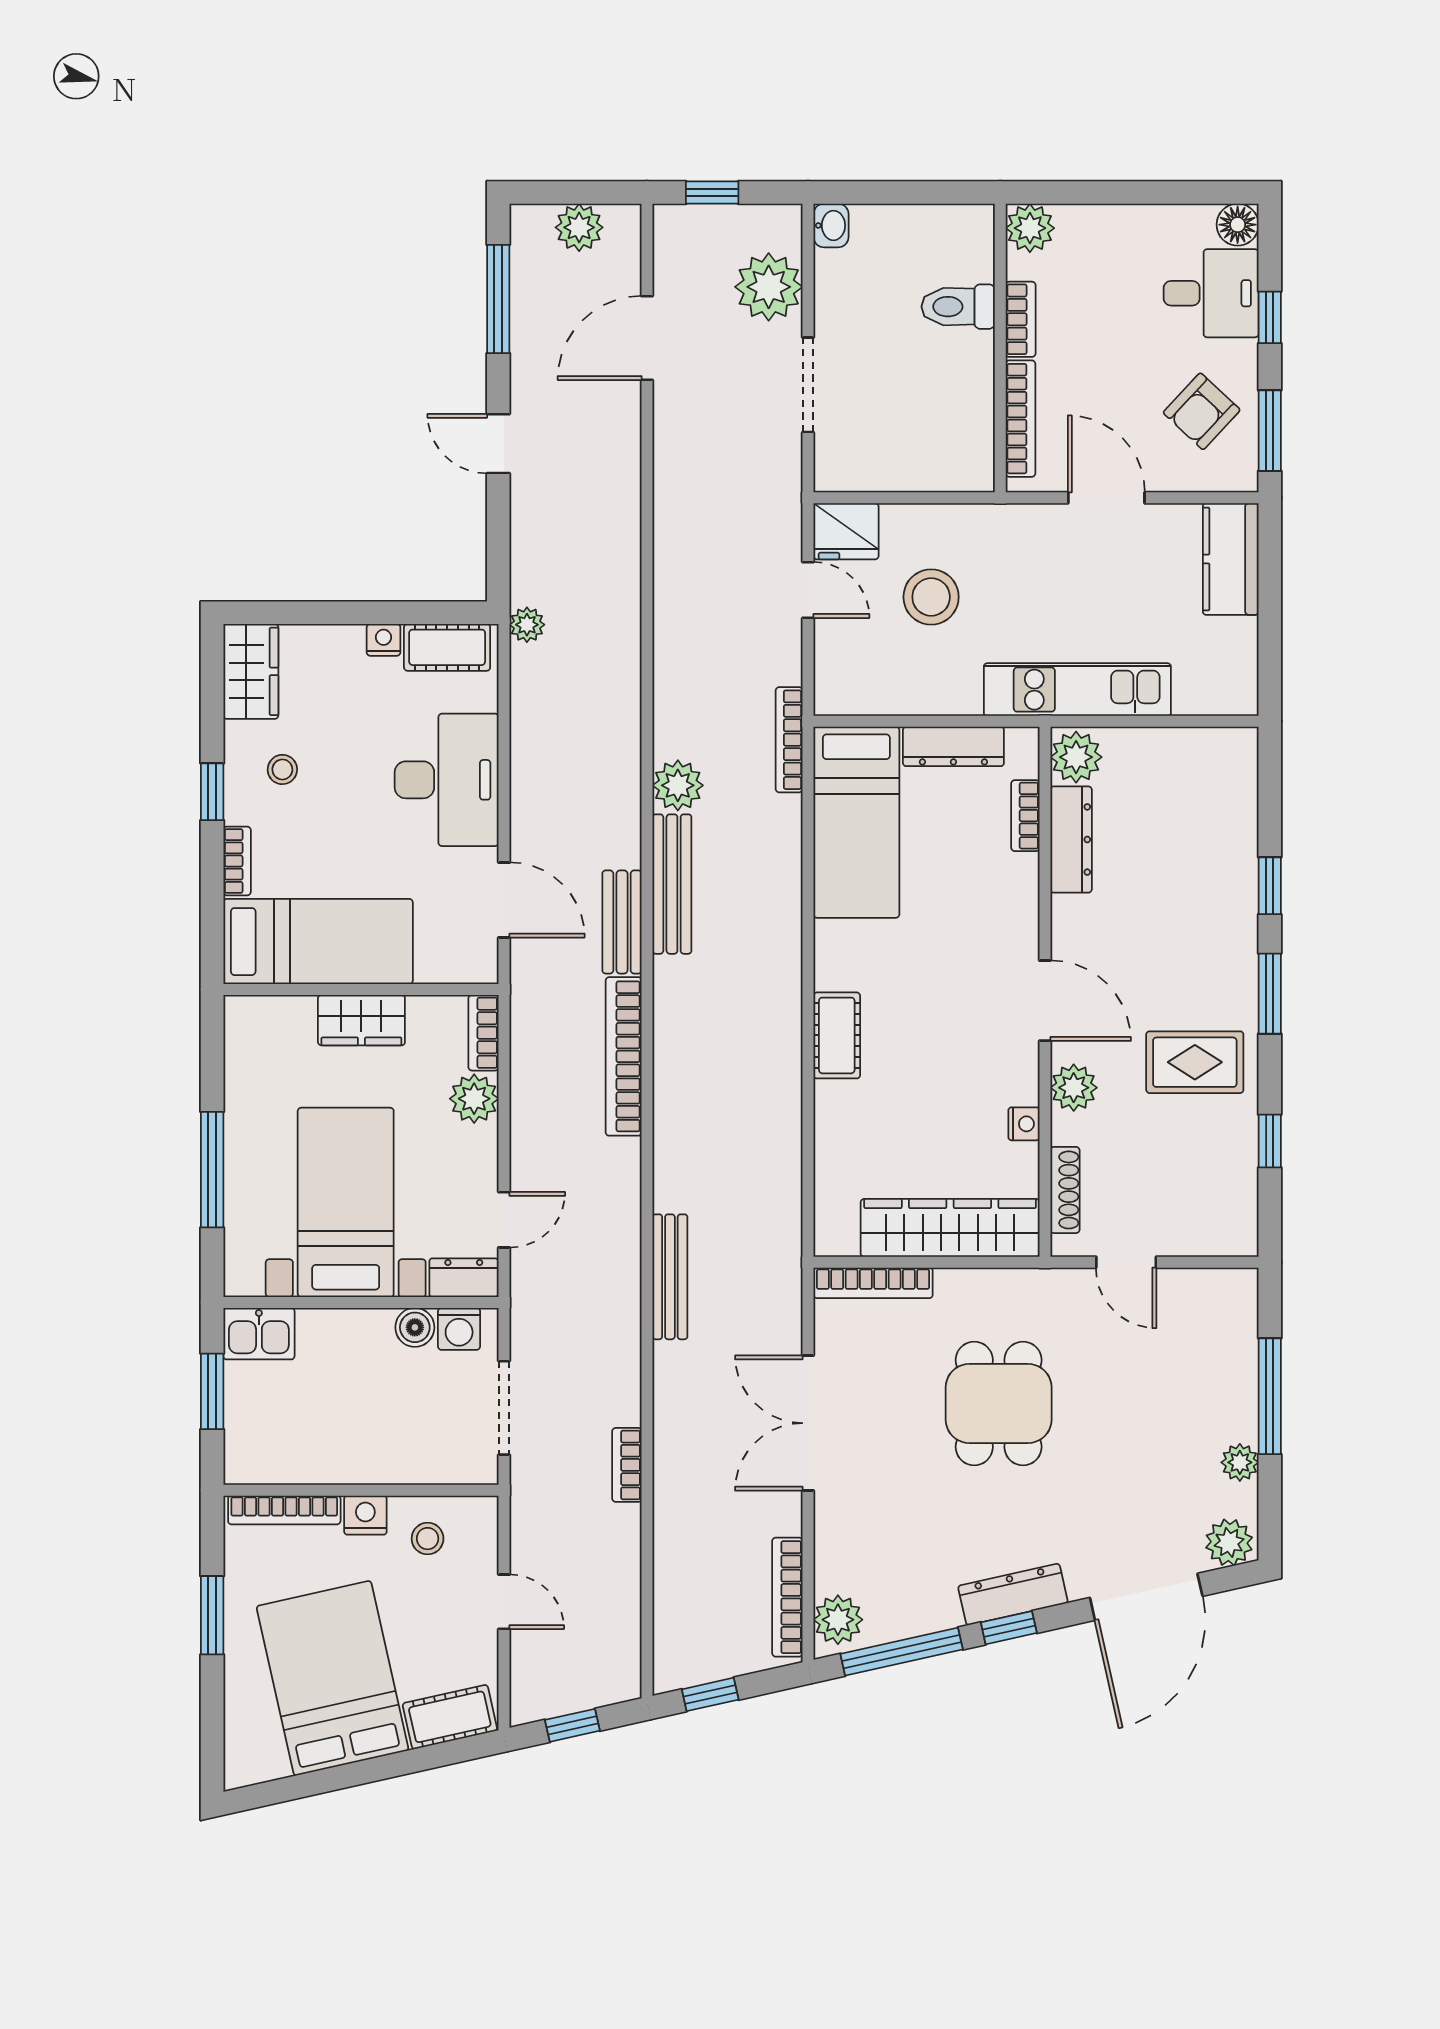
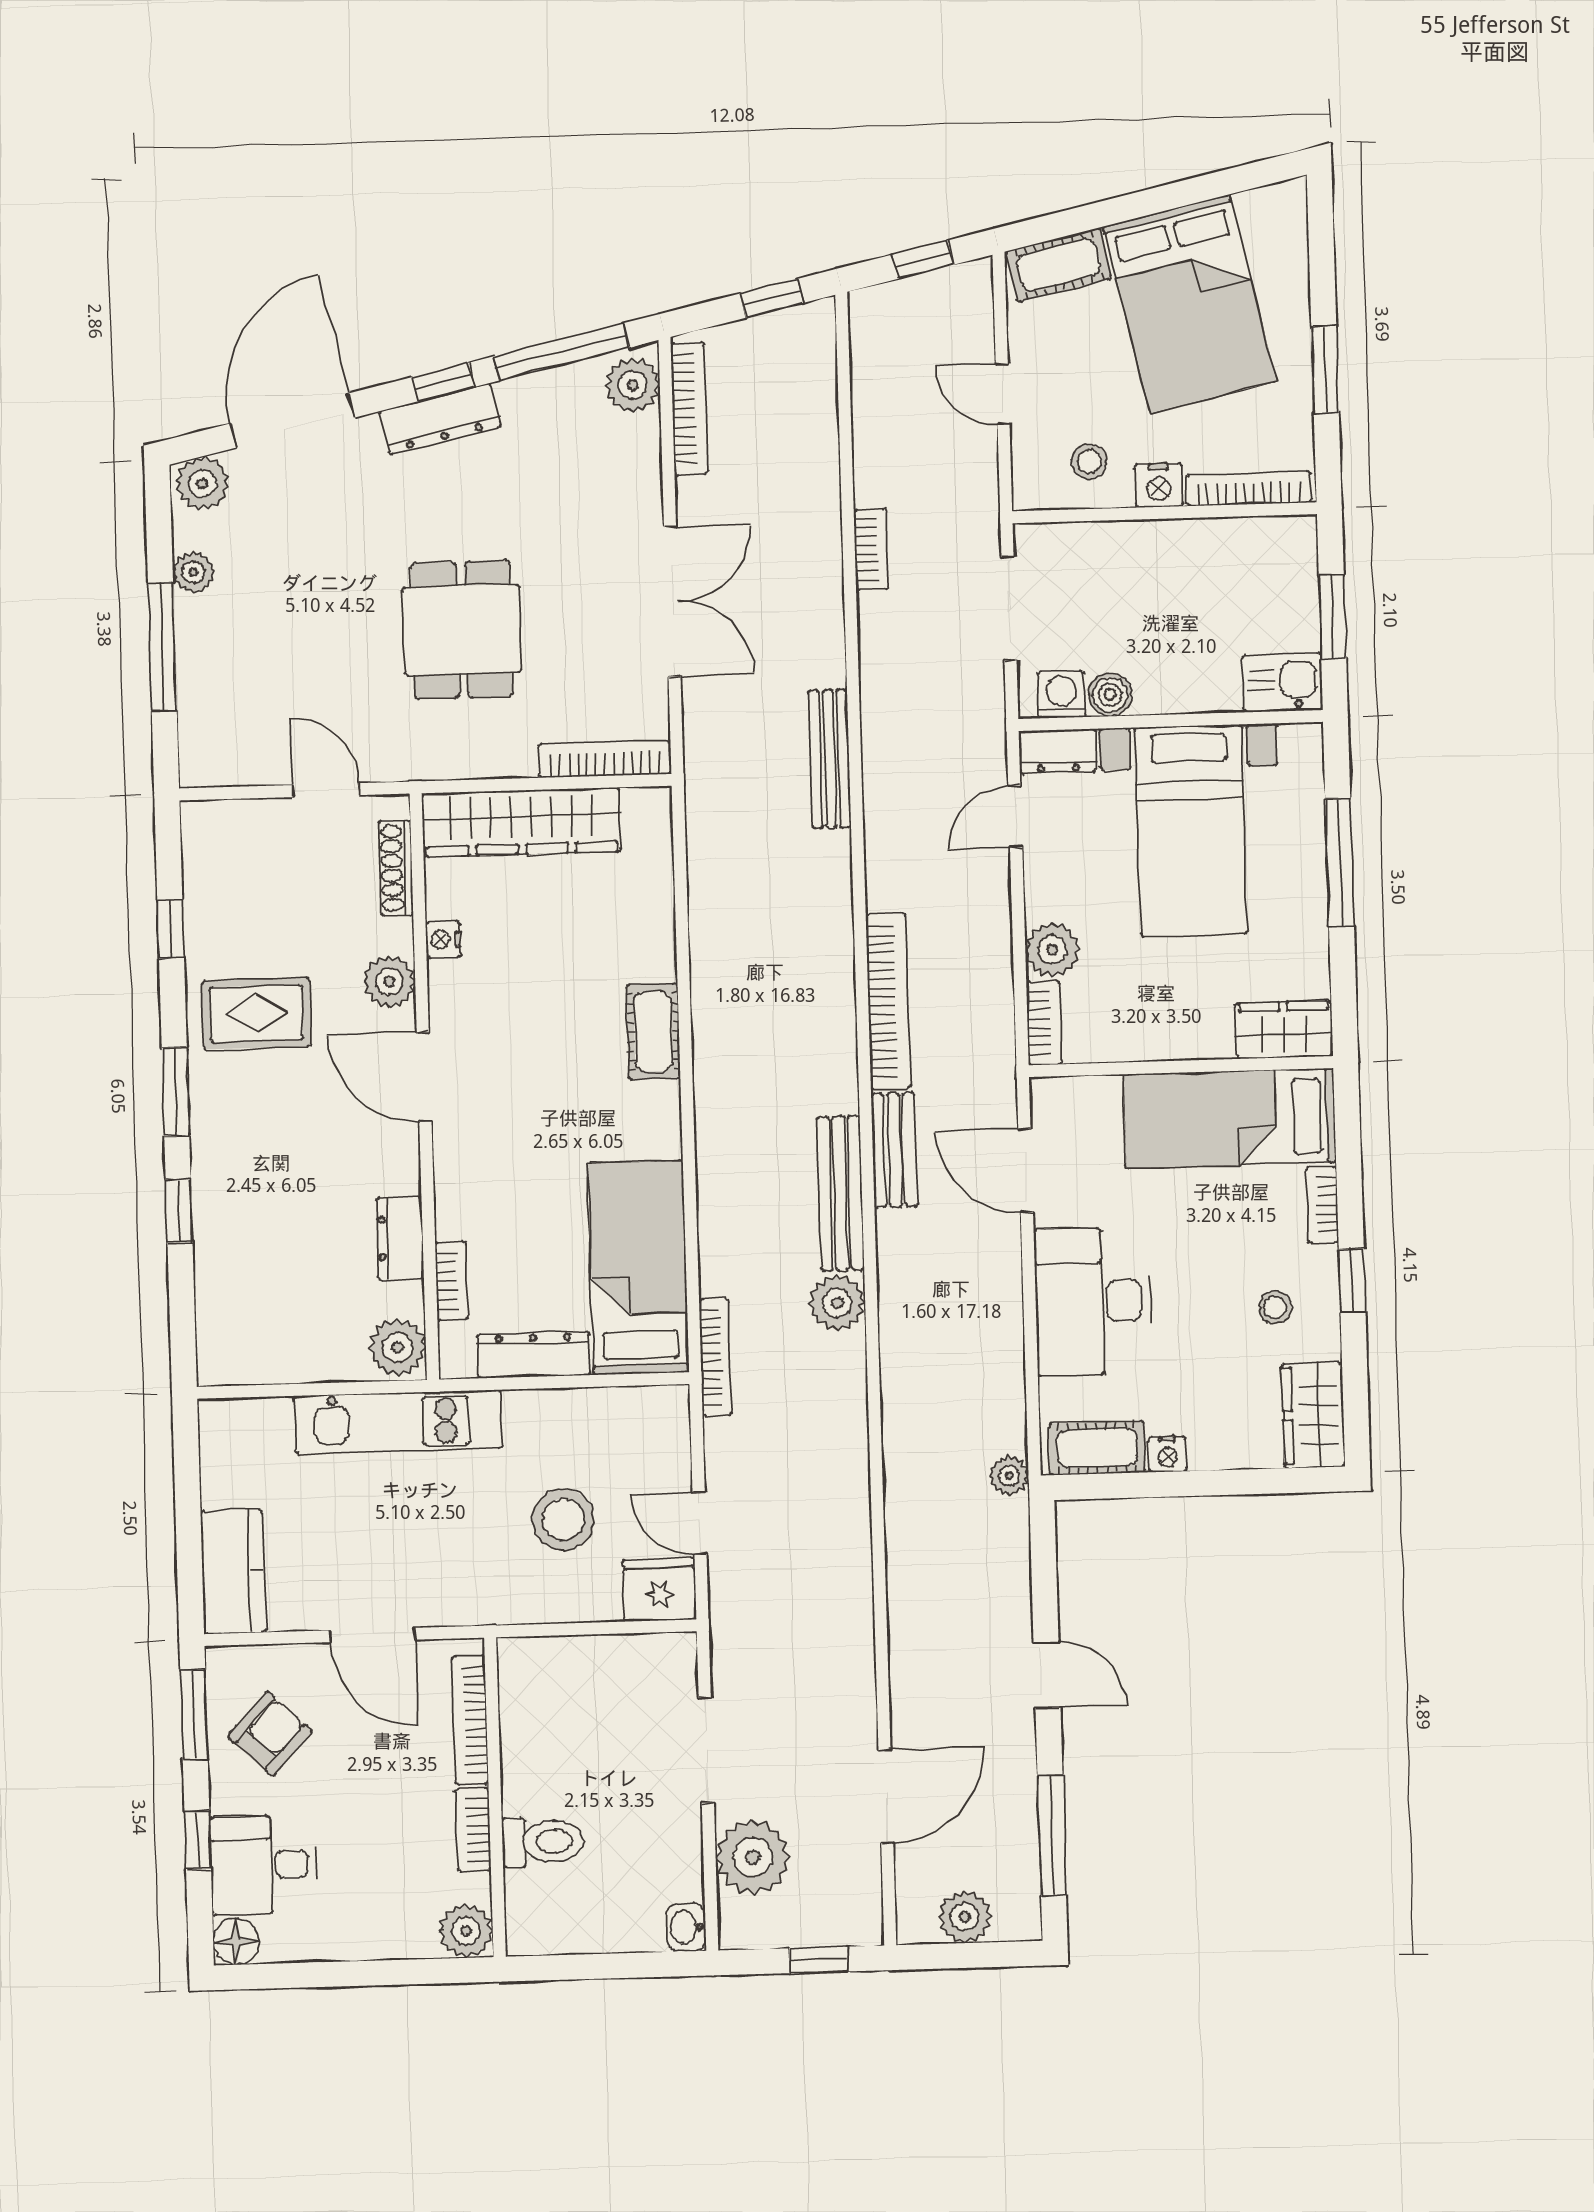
dresser: (1071, 840) -> (400, 1238), width x0.70
wardrobe: (361, 1020) -> (1284, 1030), moved

